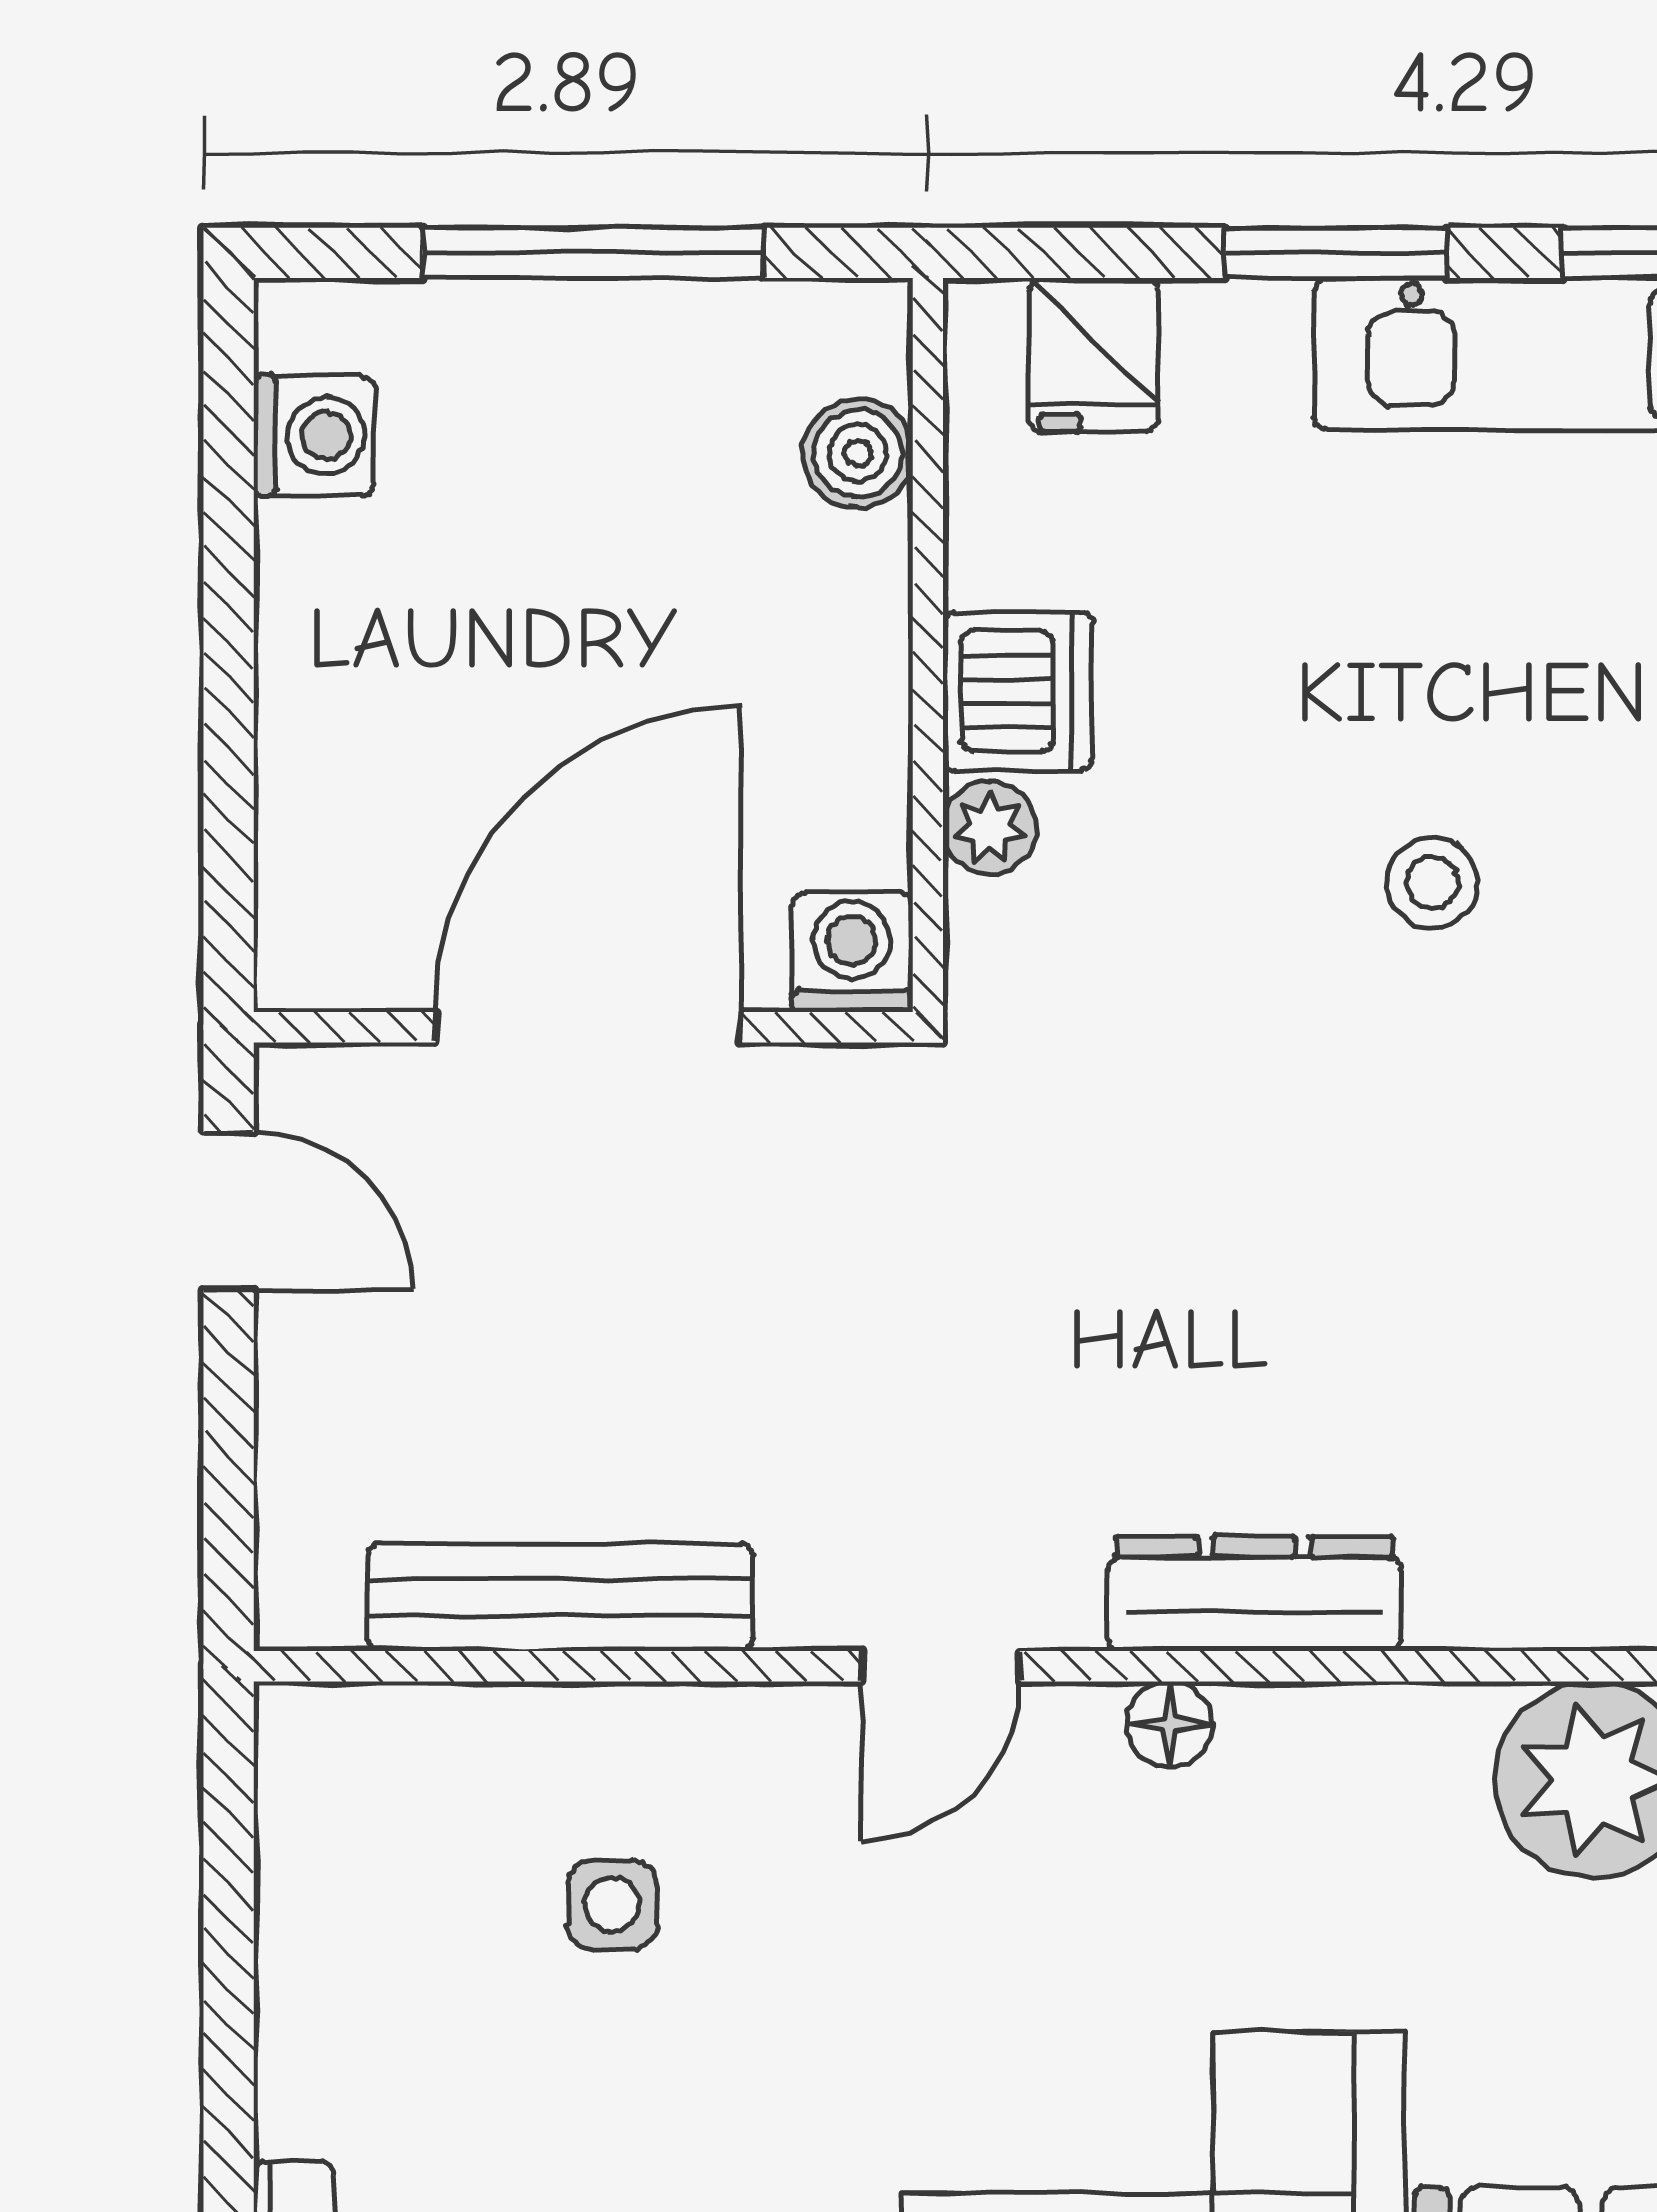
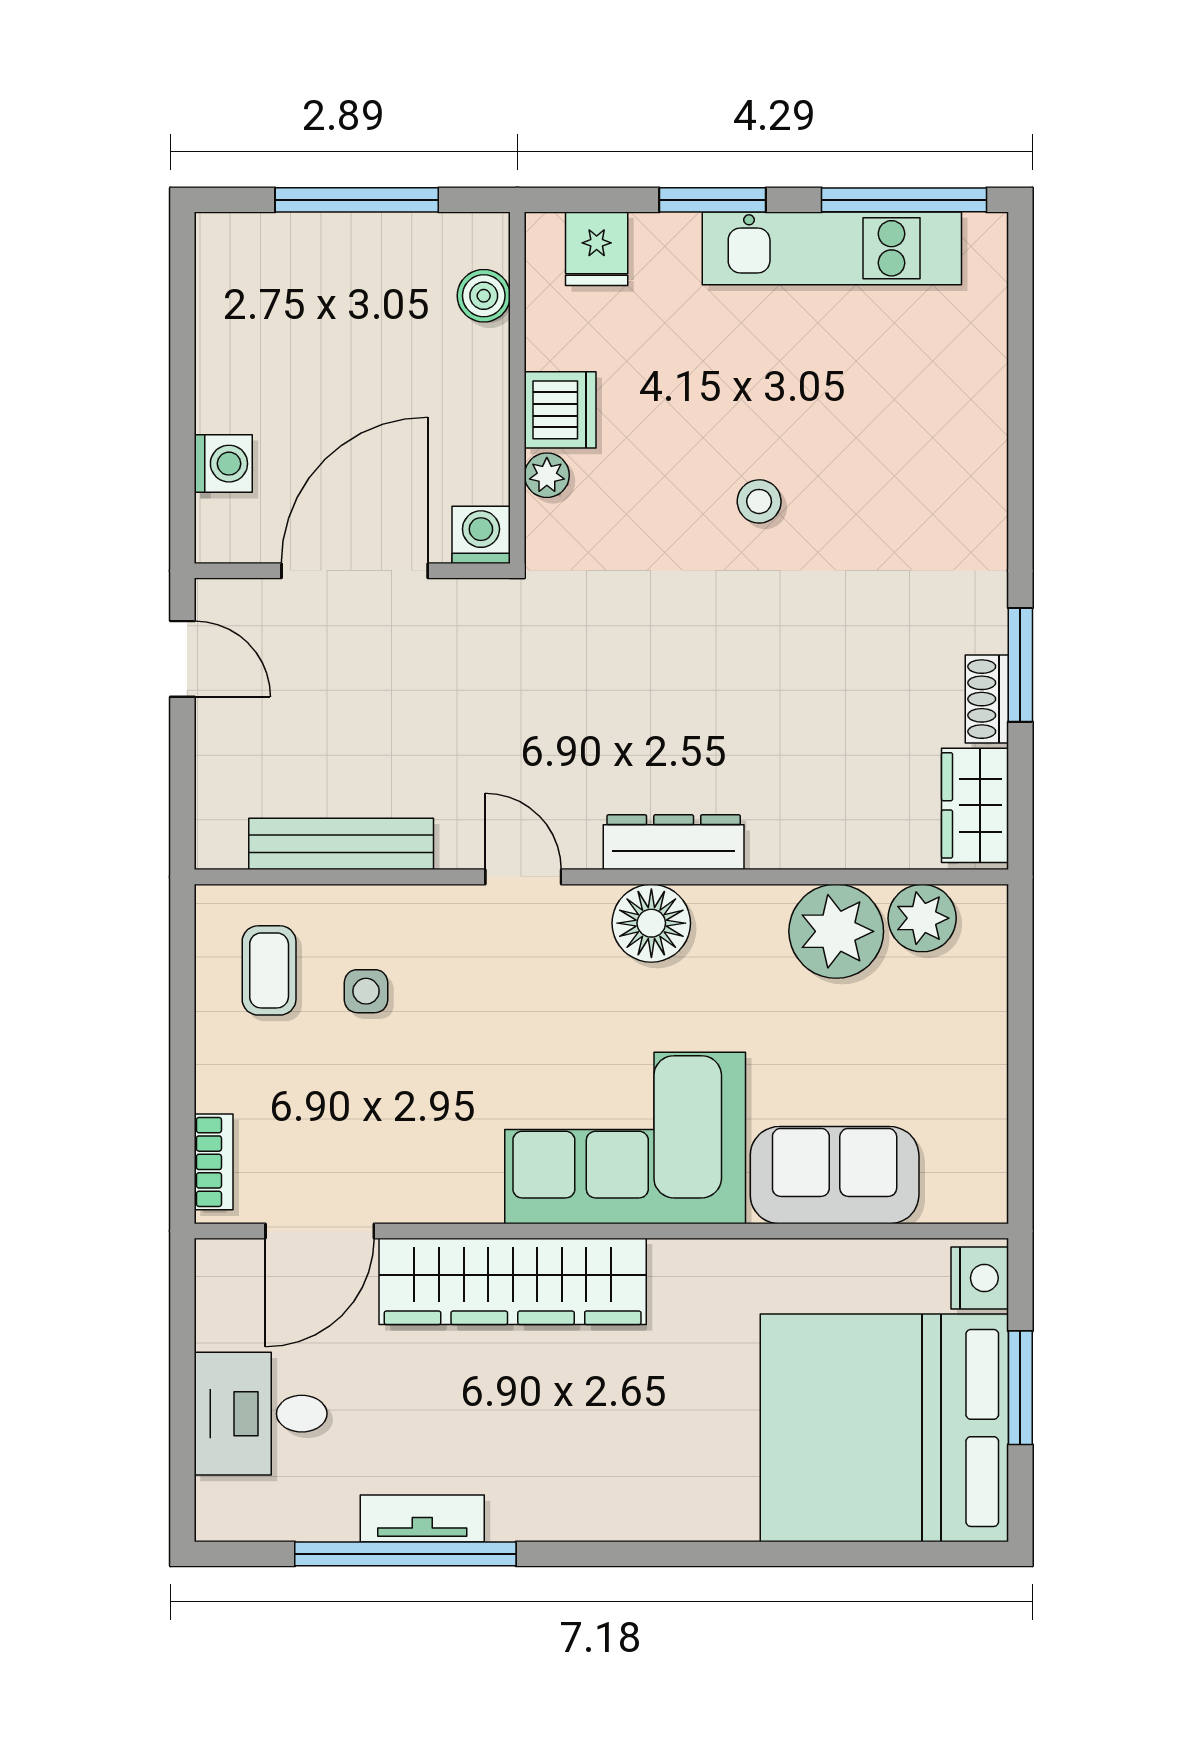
washing machine: (314, 435) -> (223, 464), moved
door: (940, 1666) -> (523, 877), swing flipped
floor lamp: (1169, 1725) -> (651, 923), width x1.89, depth x1.89
coffee table: (410, 1862) -> (269, 970), added

